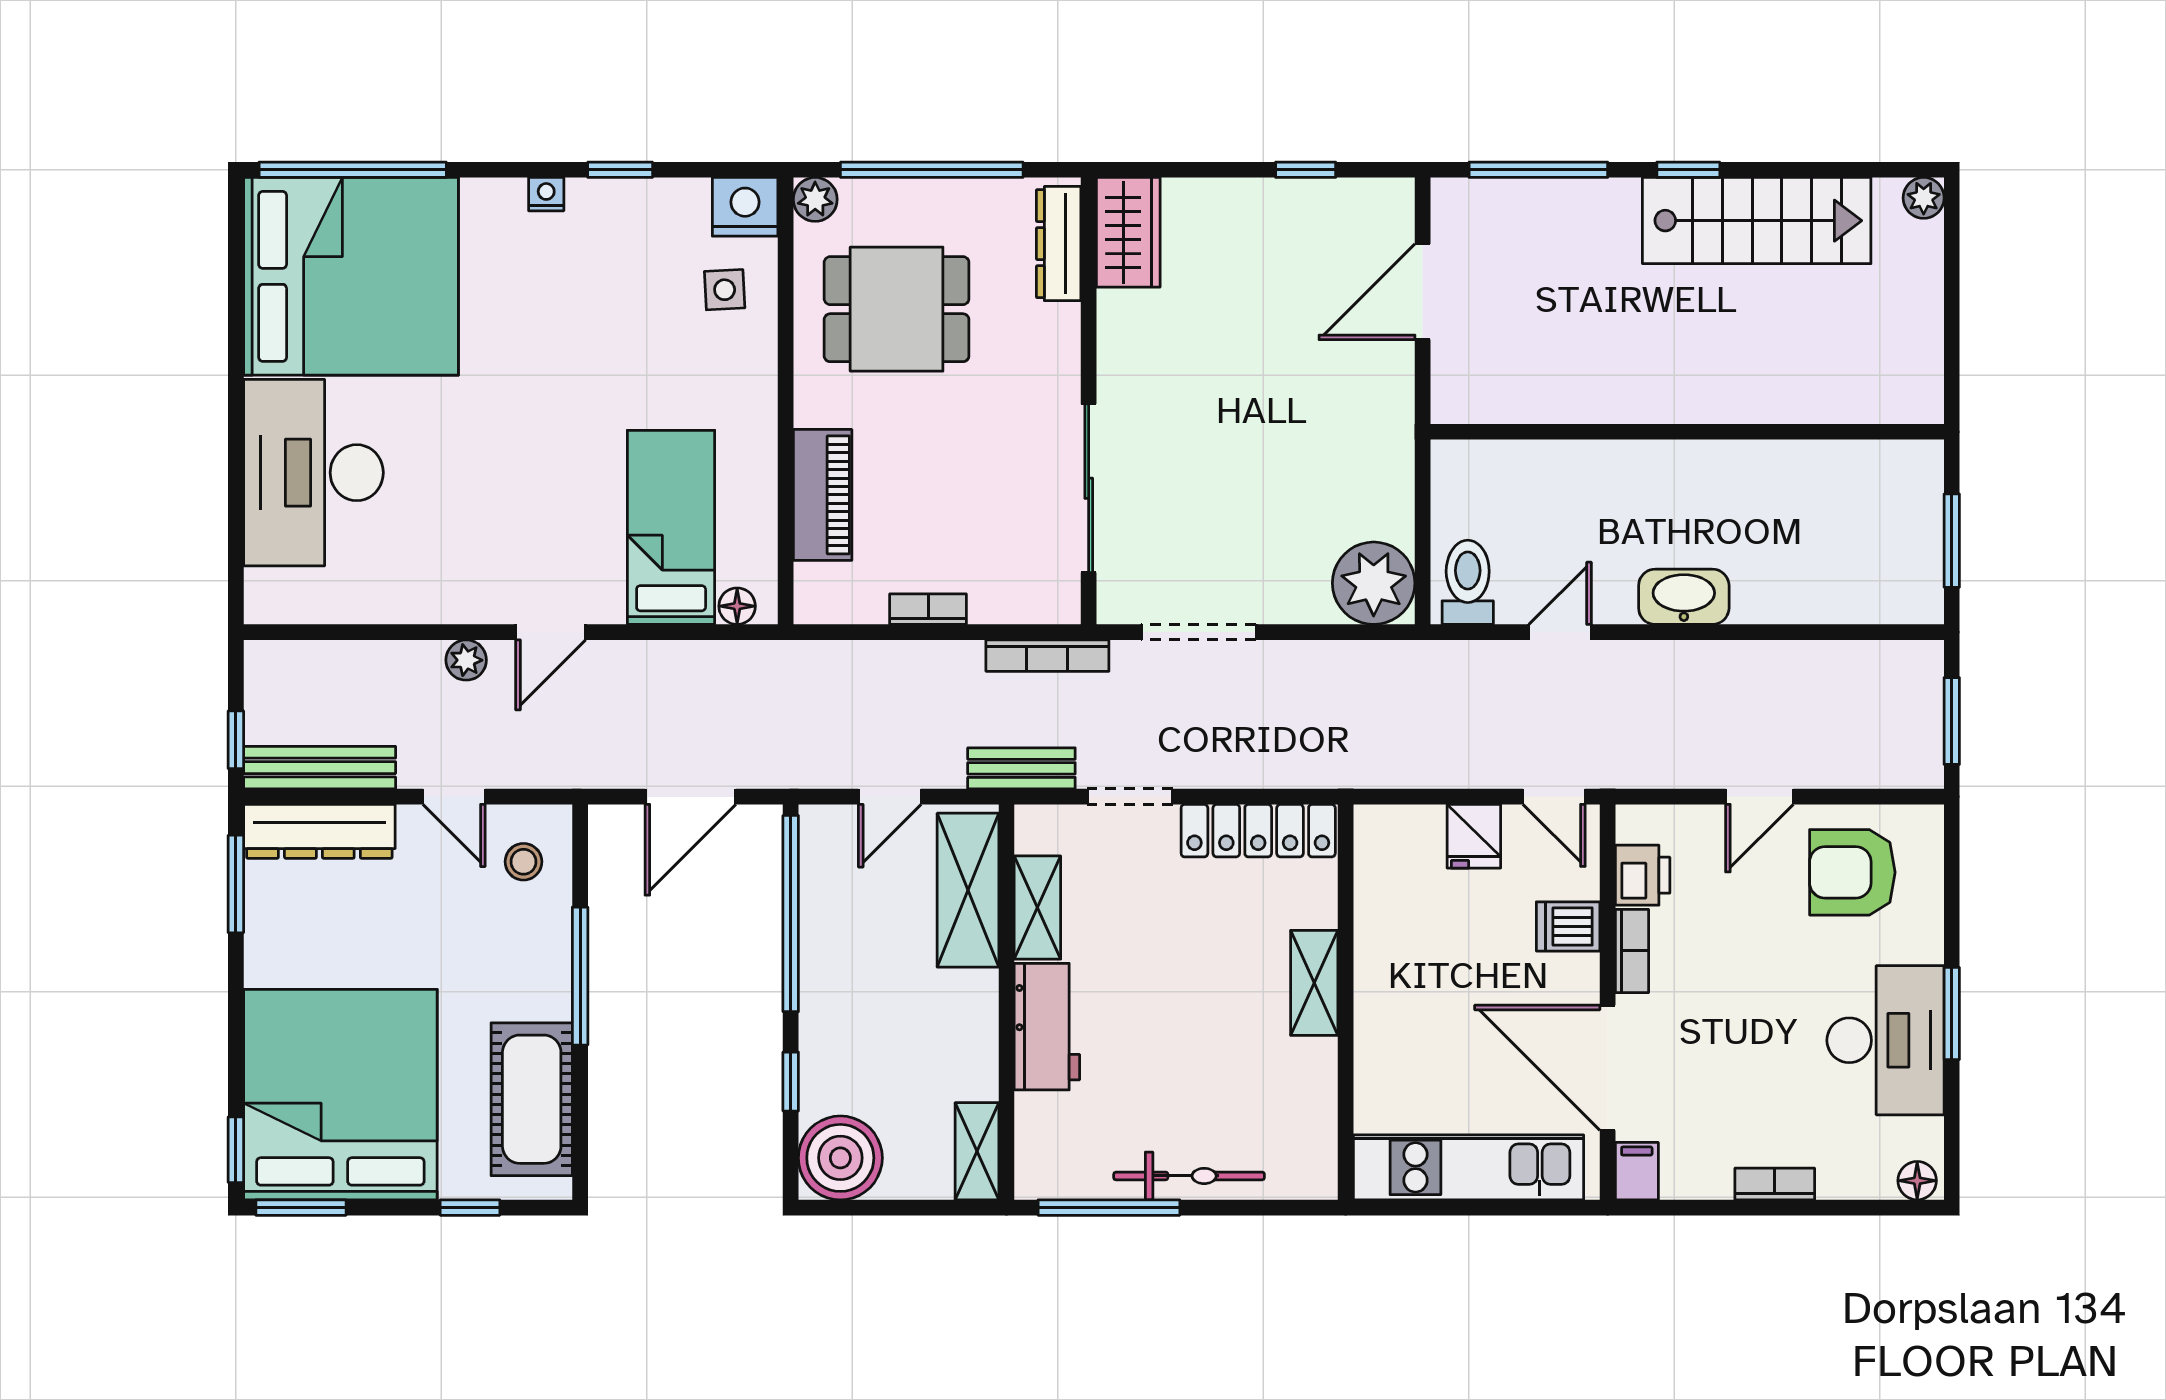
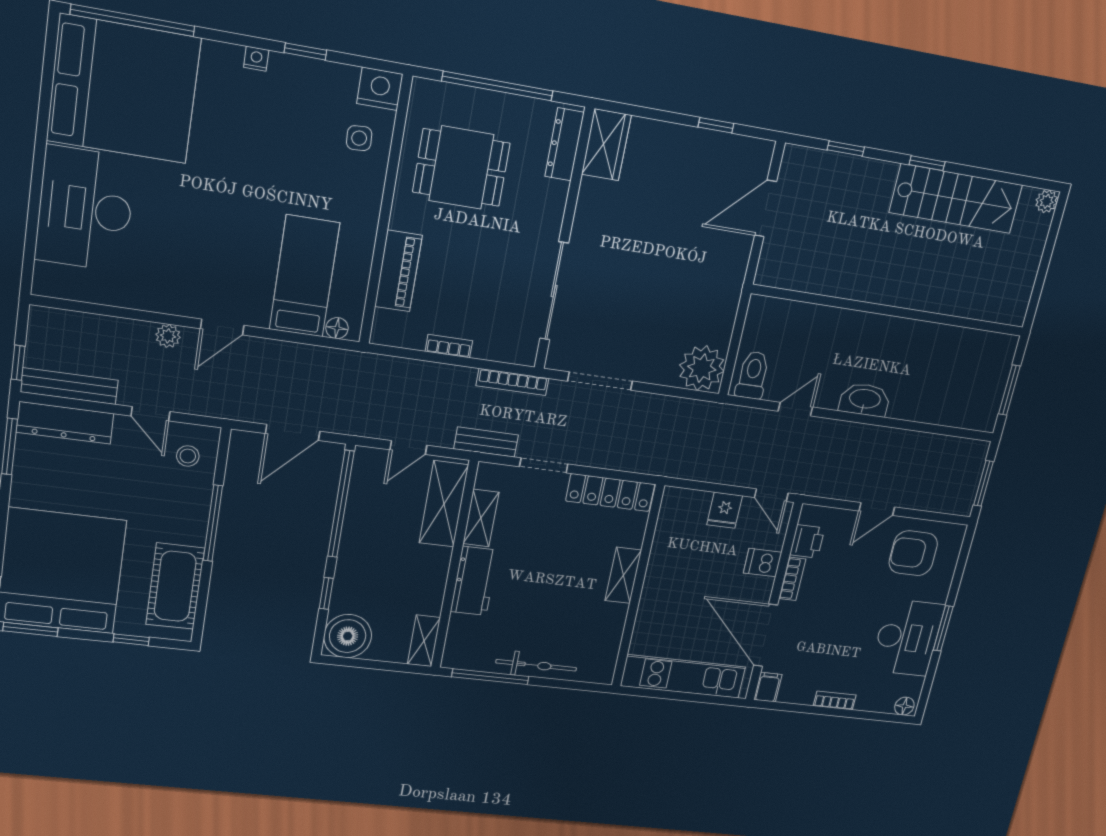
window: (1538, 170) -> (846, 149), width x0.46
plant: (815, 199) -> (424, 92), removed

